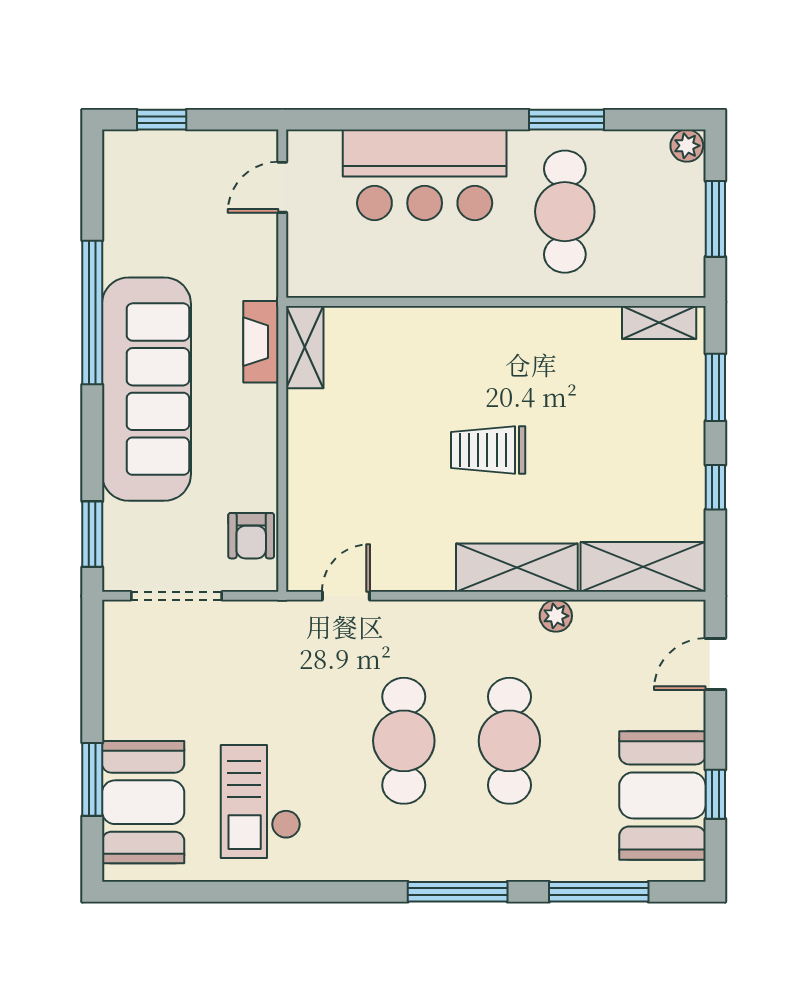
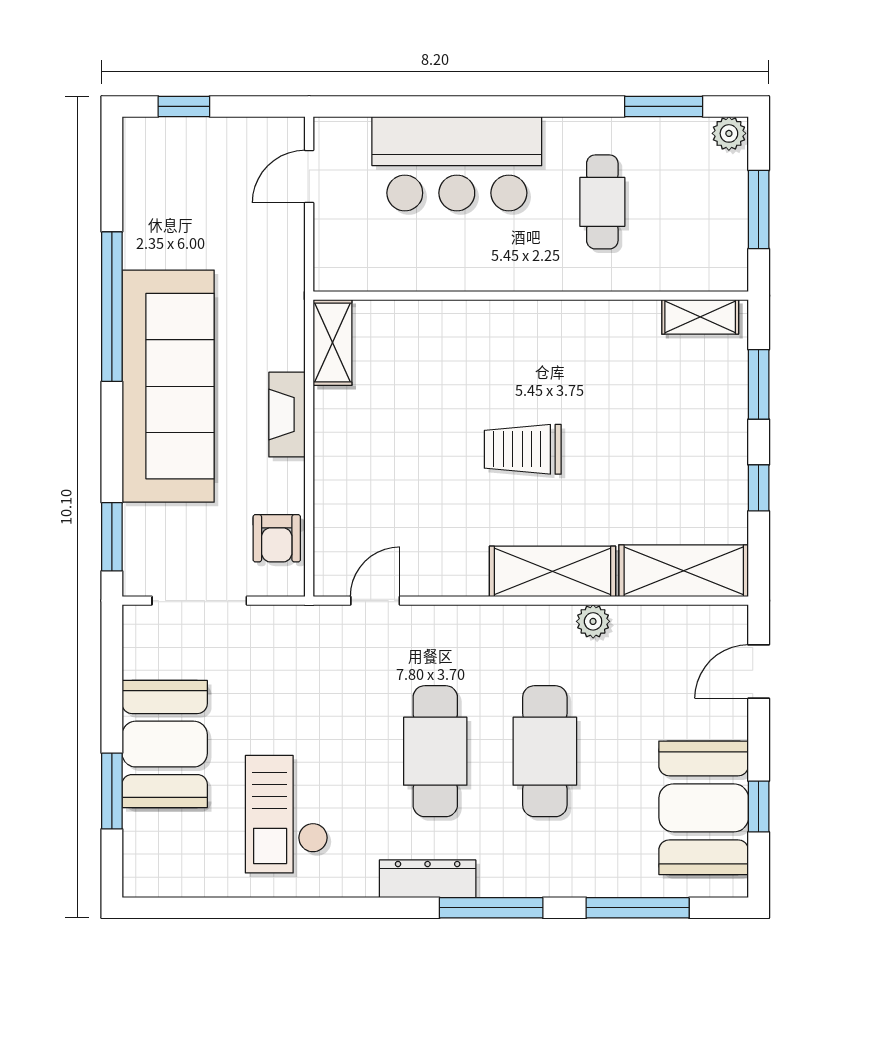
window: (566, 120) -> (664, 106), moved
cafe table: (565, 212) -> (602, 202), width x0.73, depth x0.74
fireplace: (261, 342) -> (287, 415), moved
booth: (143, 802) -> (165, 744), moved
dresser: (396, 864) -> (428, 879), added

